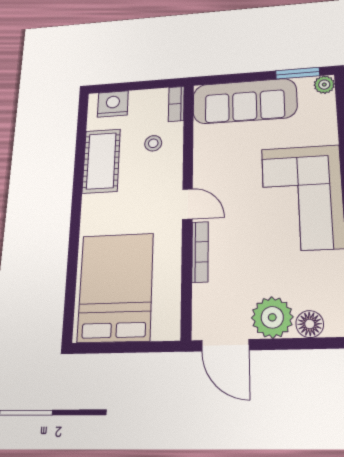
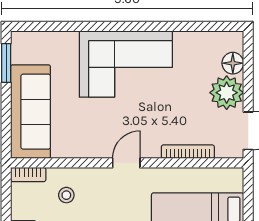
plant: (324, 85) -> (20, 40), removed
bookcase: (200, 252) -> (188, 152), moved

